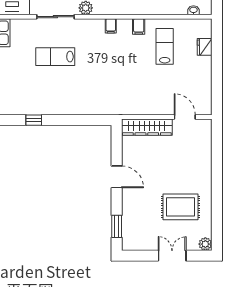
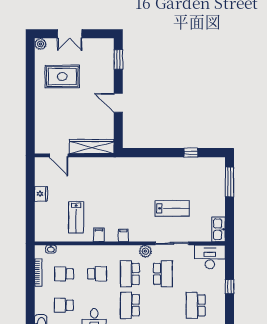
fridge: (205, 47) -> (41, 194), moved

